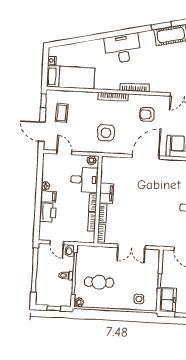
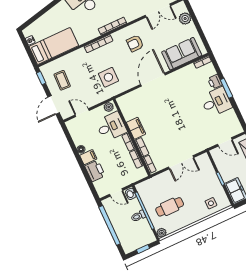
door: (42, 132) -> (54, 105), hinge flipped

